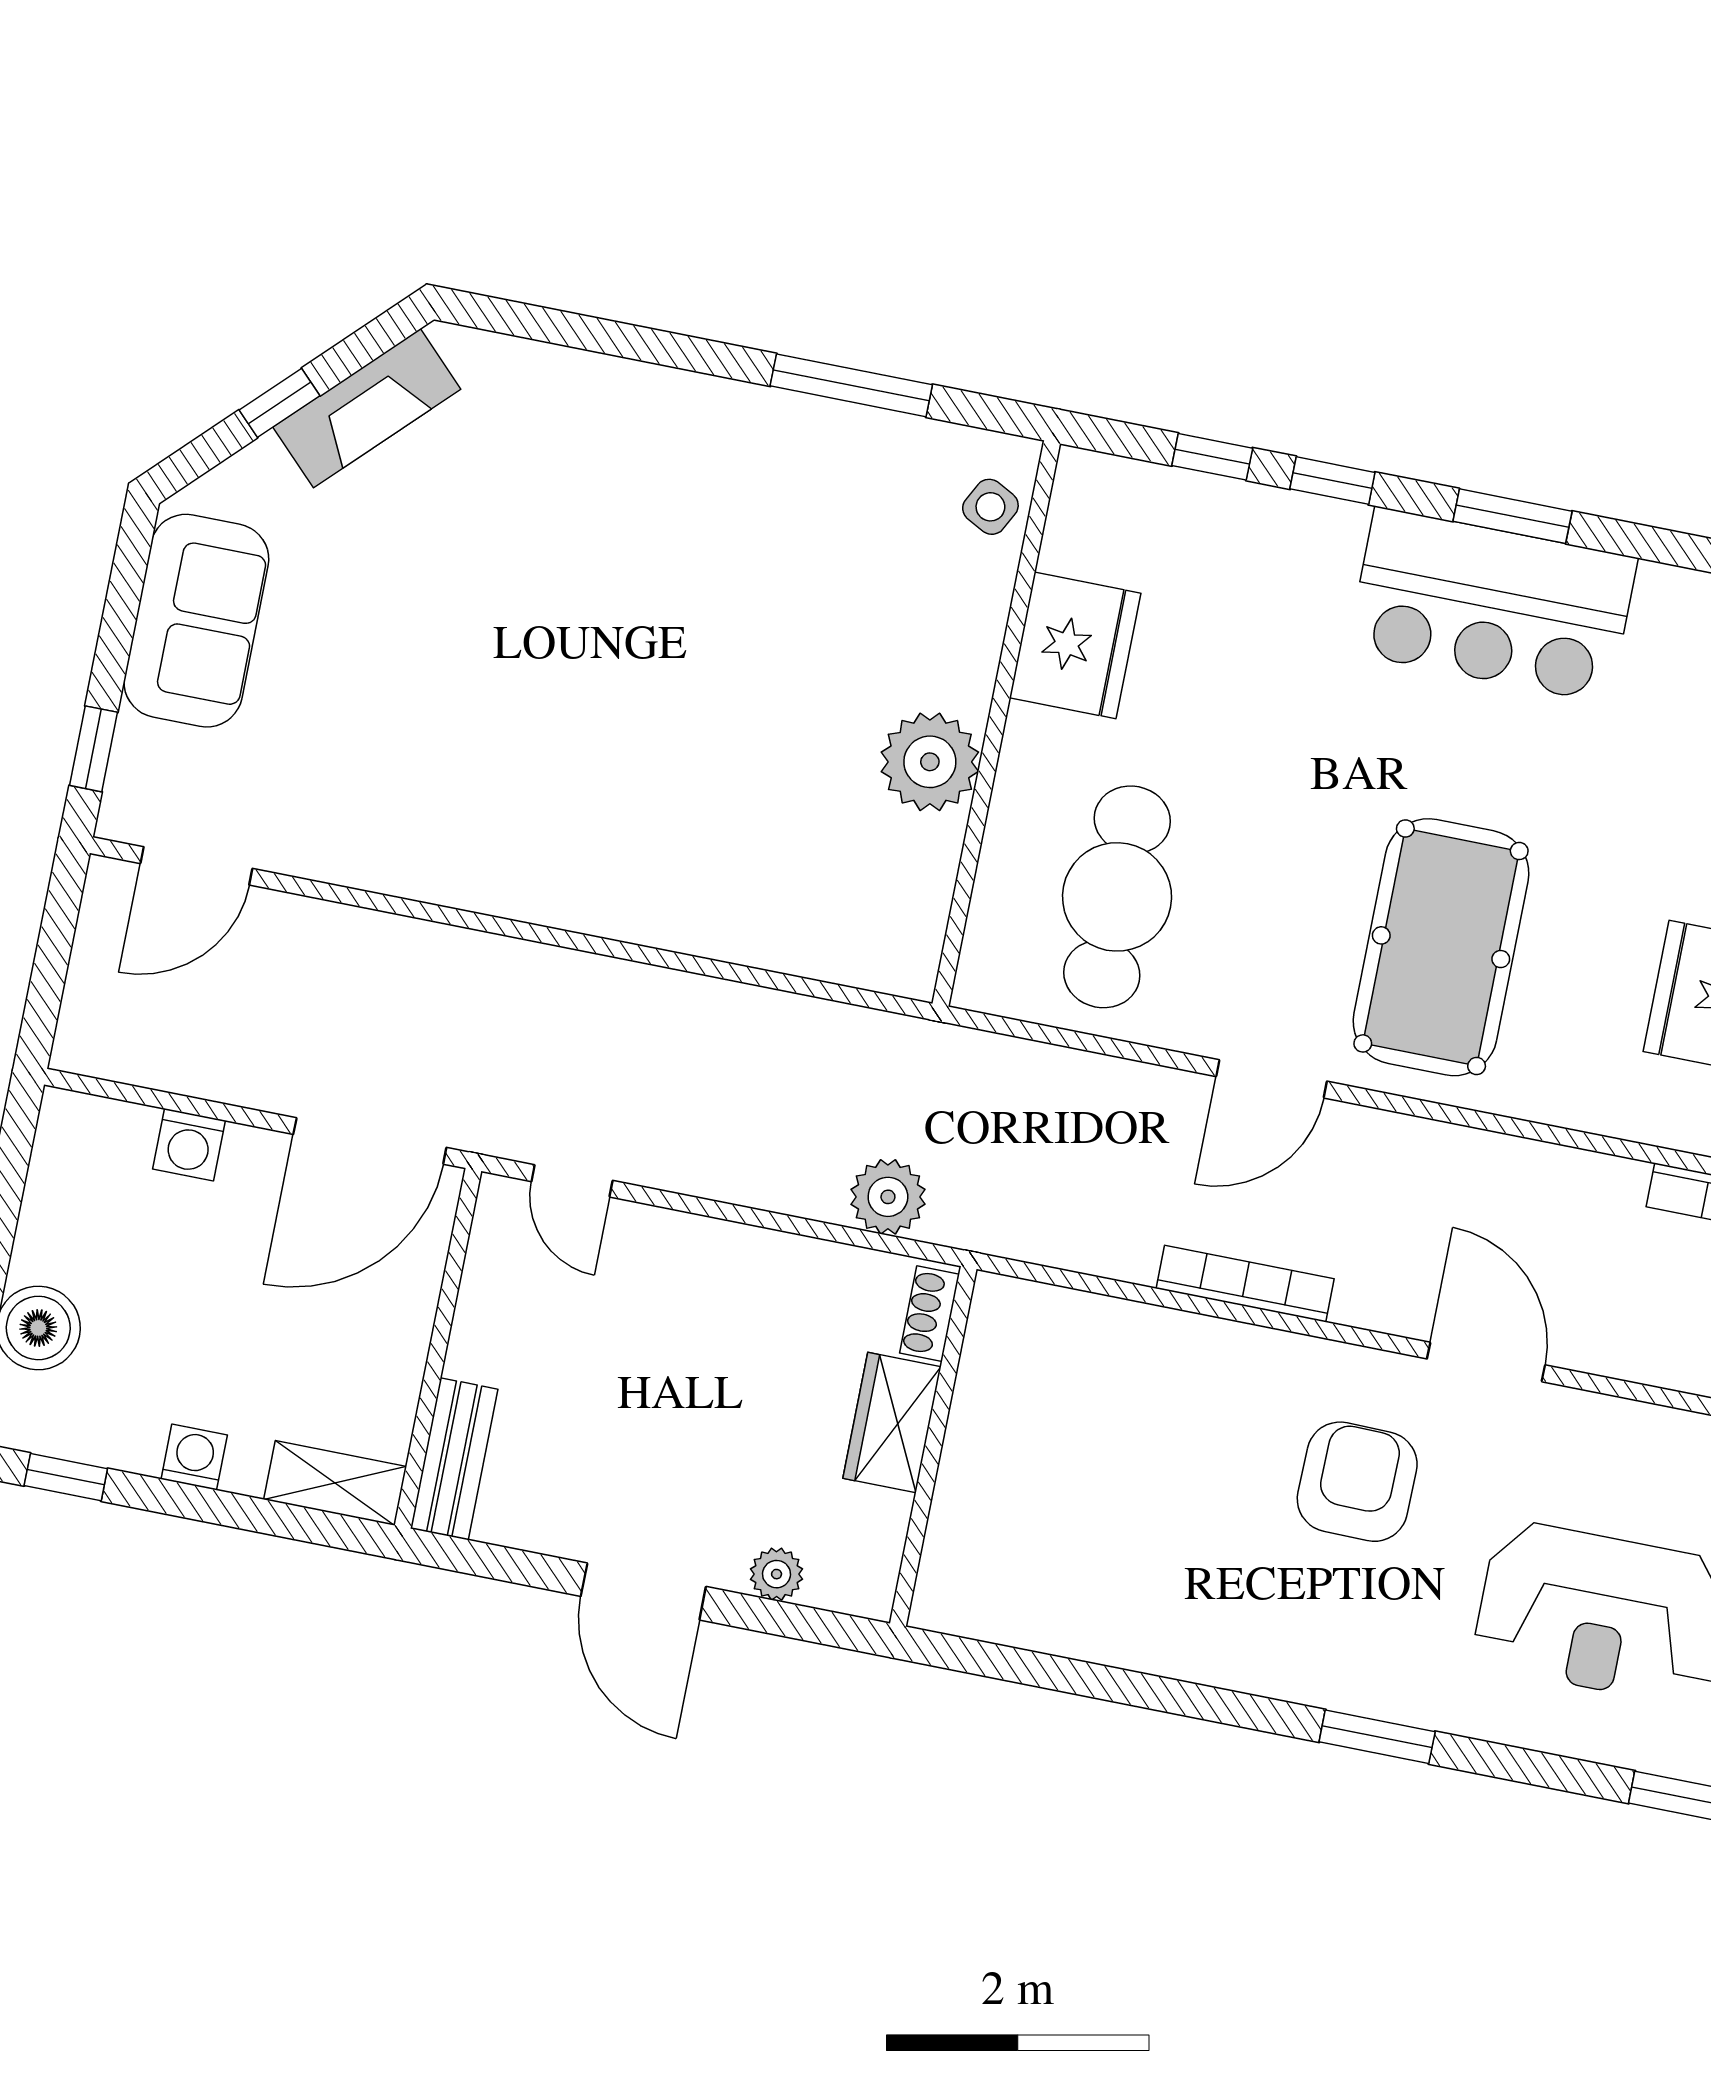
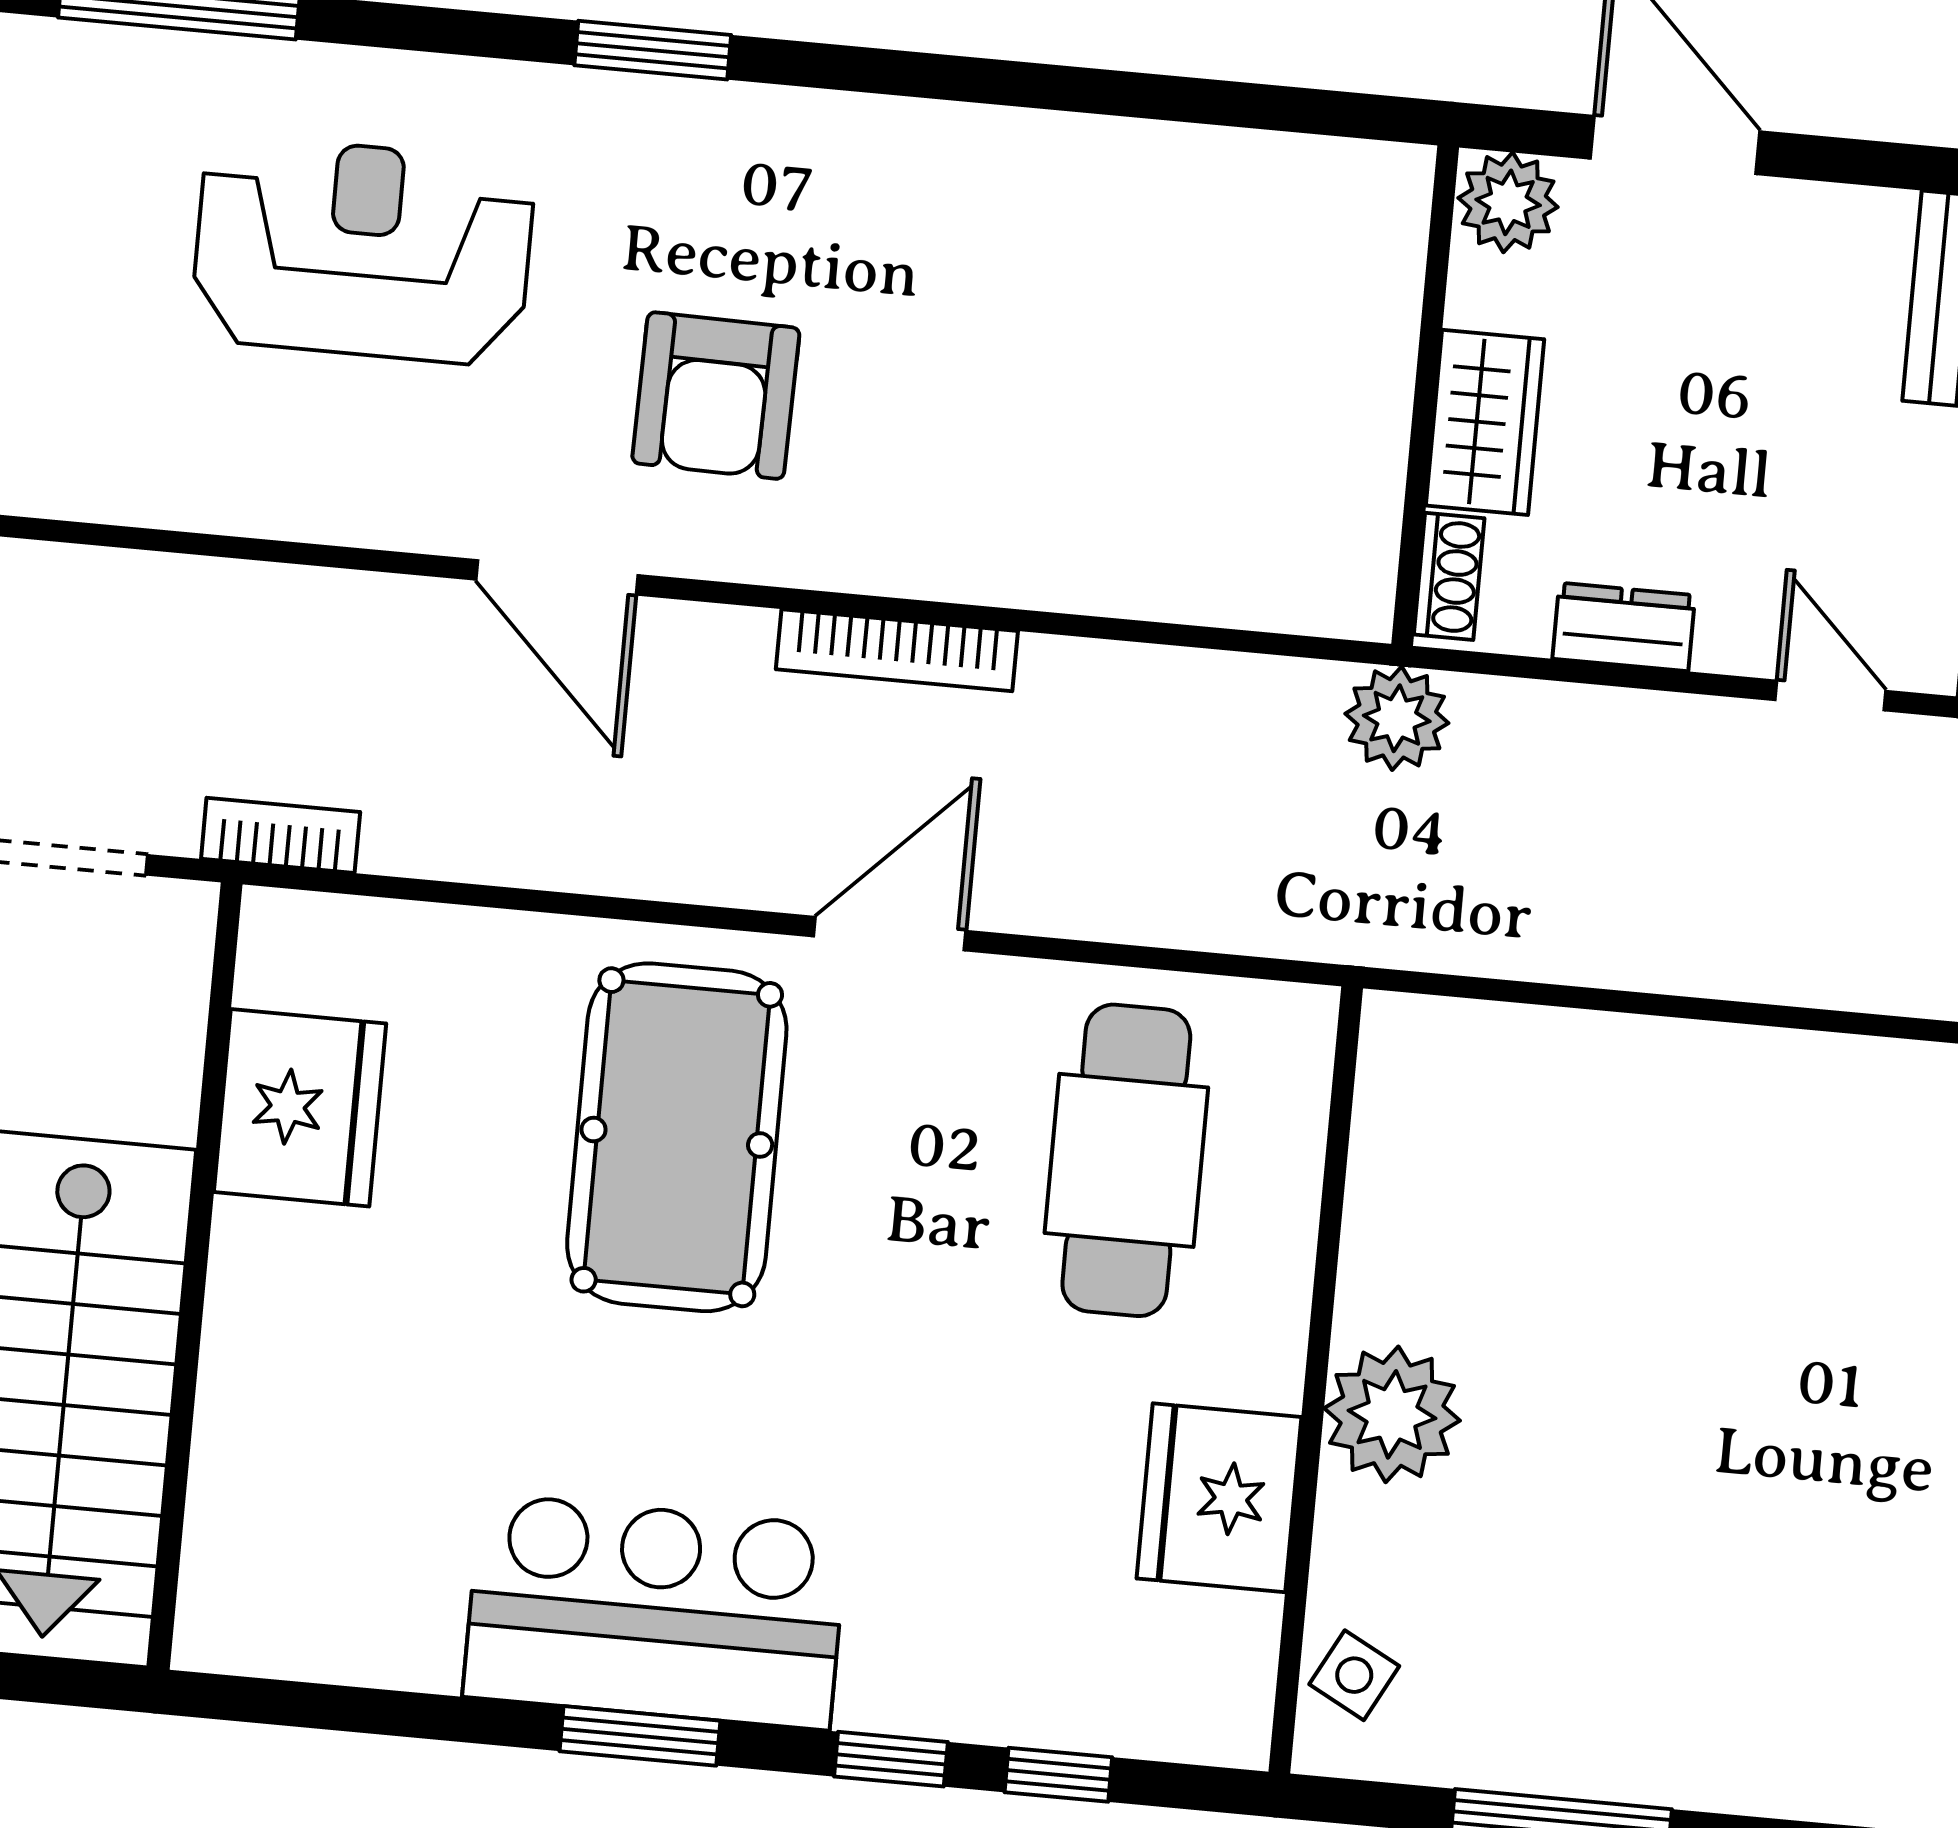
plant: (930, 762) -> (1392, 1414), moved
dresser: (717, 1246) -> (1624, 627), added
shoe rack: (930, 1314) -> (1449, 576), moved
wardrobe: (892, 1423) -> (1485, 422), moved
wall: (933, 1446) -> (1425, 396), moved
plant: (777, 1574) -> (1508, 202), width x1.38, depth x1.38

